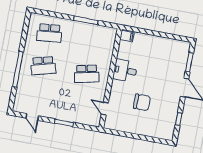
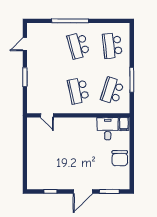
school desk: (93, 41) -> (112, 91), added
desk: (125, 71) -> (108, 129), moved
chair: (142, 102) -> (120, 158), moved
door: (105, 109) -> (47, 115), swing flipped

